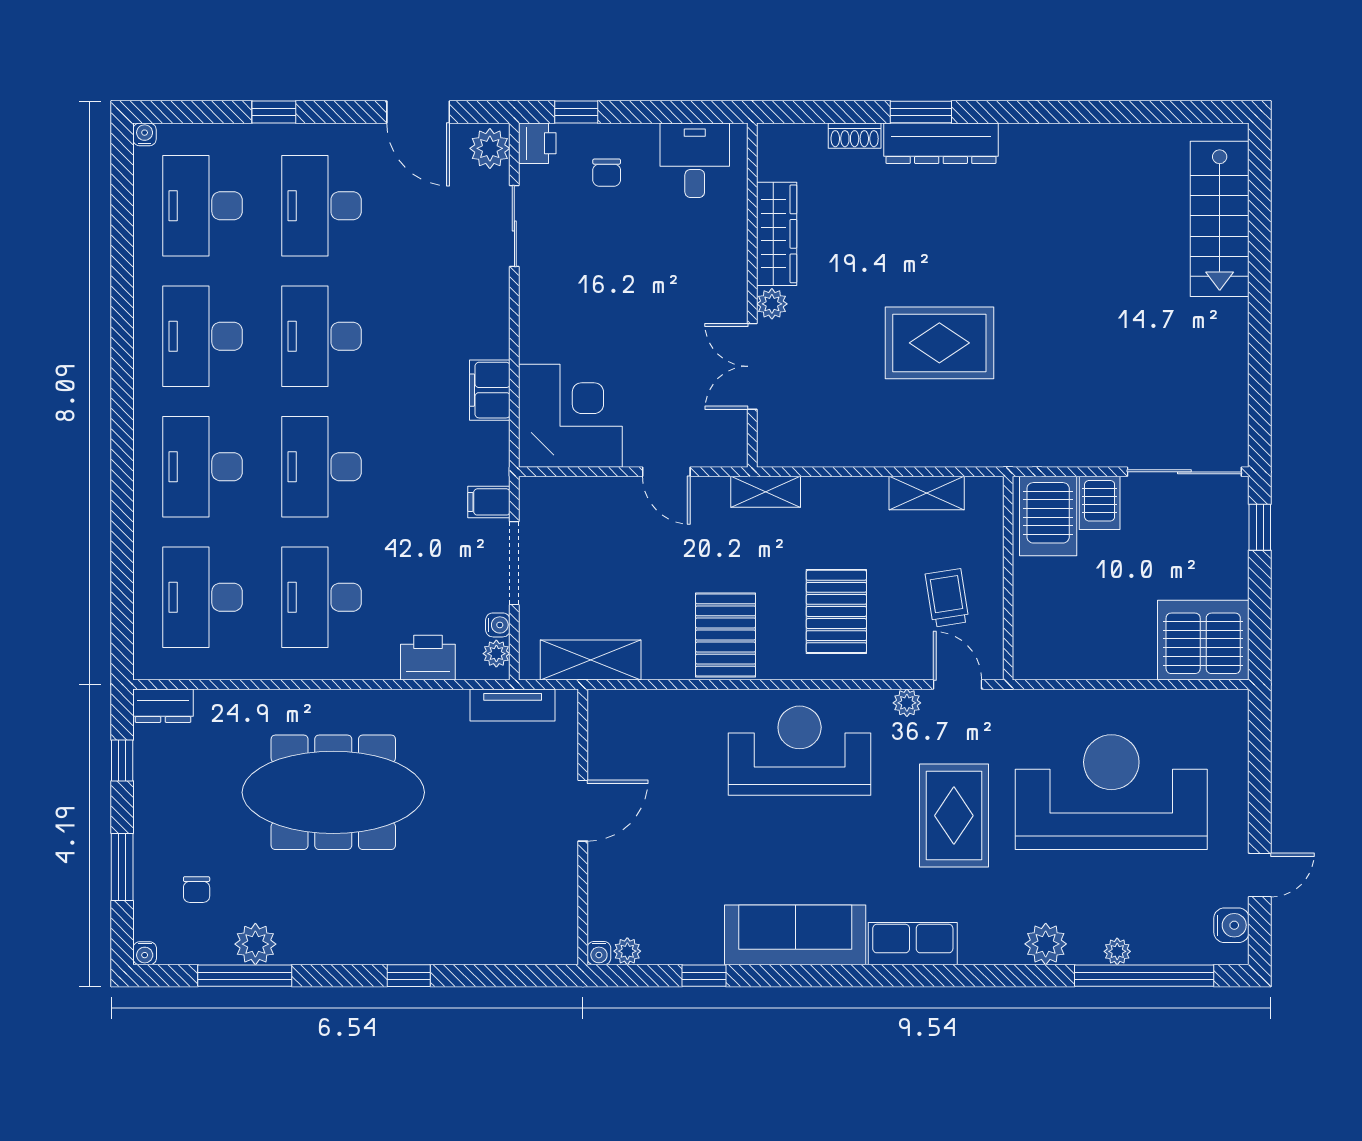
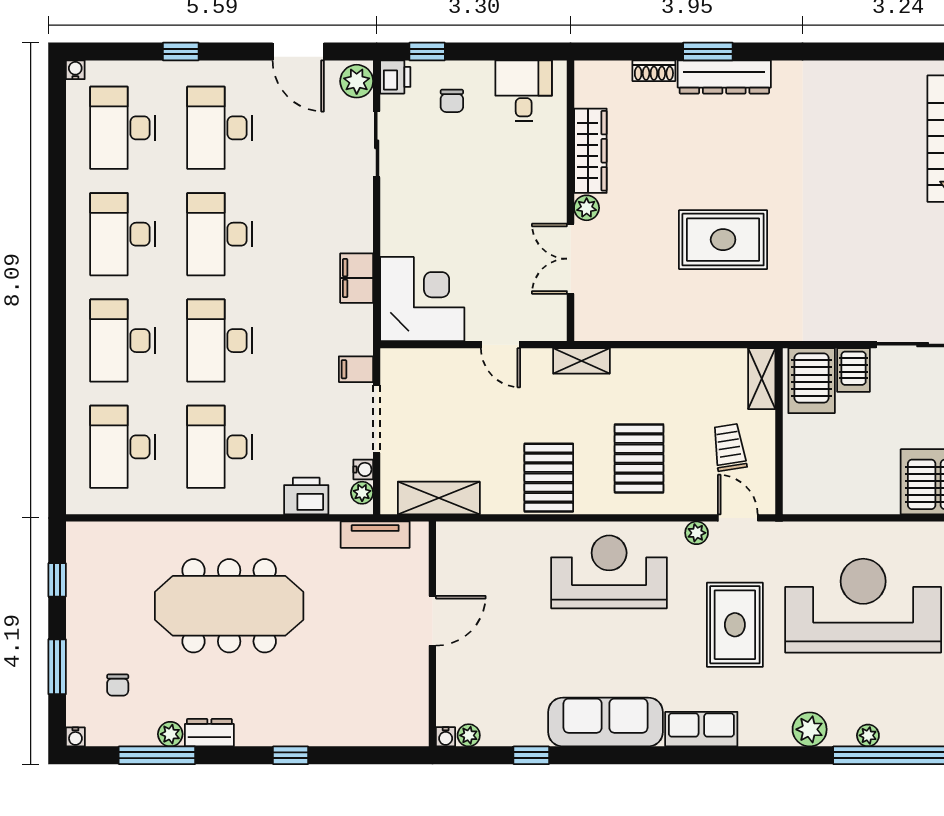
shelving: (927, 493) -> (762, 379), moved, turned 90
dresser: (163, 706) -> (209, 733), moved, turned 180
plant: (255, 944) -> (170, 734), width x0.73, depth x0.73

